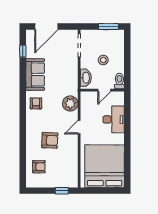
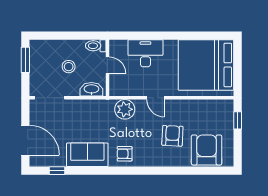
armchair: (39, 167) -> (207, 150), width x1.88, depth x1.88

